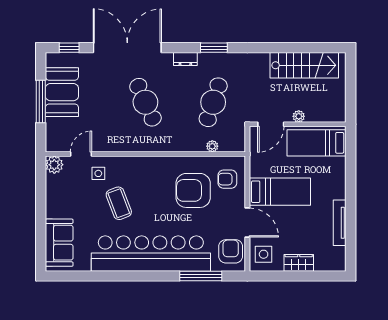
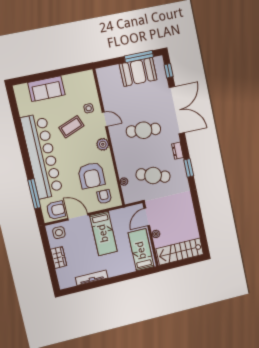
stairs: (304, 65) -> (180, 252), moved, turned 90
window: (41, 102) -> (139, 57), moved
cafe table: (145, 102) -> (143, 130), turned 30
door: (271, 124) -> (147, 217), hinge flipped
door: (81, 154) -> (105, 119), moved
plant: (54, 165) -> (103, 144), moved
armchair: (193, 190) -> (91, 175), turned 180
door: (247, 223) -> (78, 217), swing flipped
sofa: (59, 243) -> (46, 89), moved

